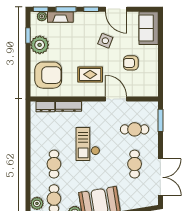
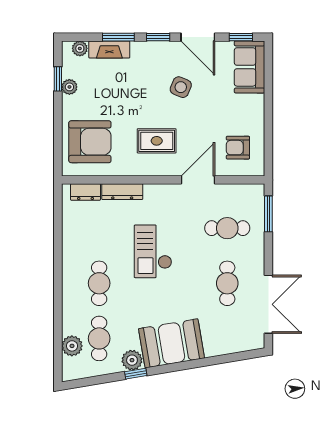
window: (41, 9) -> (241, 37), moved
plant: (40, 45) -> (69, 87), width x0.53, depth x0.53
armchair: (131, 63) -> (238, 148), moved
door: (116, 99) -> (198, 180), hinge flipped

